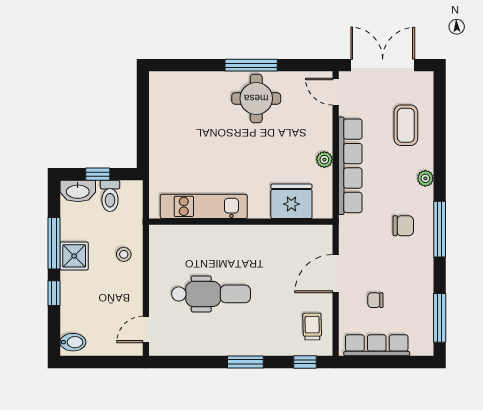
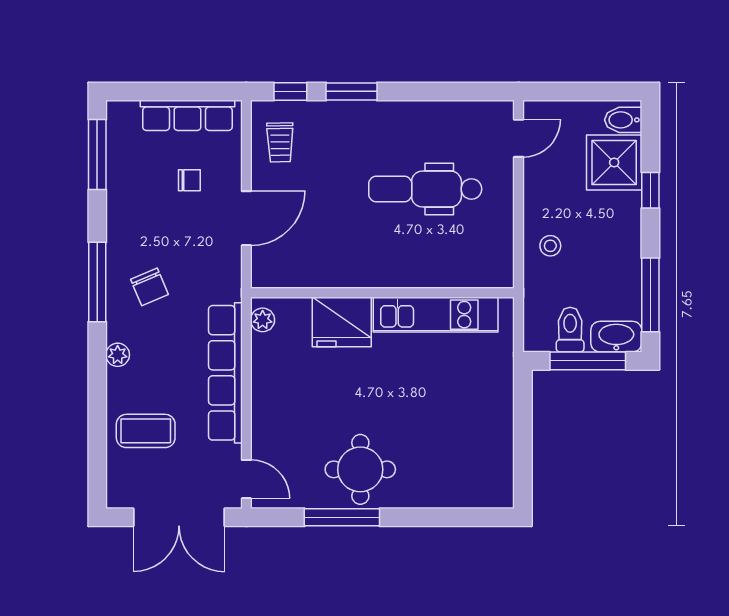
window: (251, 65) -> (342, 517), moved
coffee table: (406, 125) -> (146, 431), turned 90
plant: (324, 160) -> (263, 320), moved
window: (98, 174) -> (588, 361), width x2.17
fridge: (291, 201) -> (342, 322), moved
chair: (403, 226) -> (149, 287), turned -113
window: (54, 243) -> (650, 295), moved
shower: (74, 256) -> (614, 162), moved, width x1.36, depth x1.36
window: (245, 362) -> (351, 91), moved

